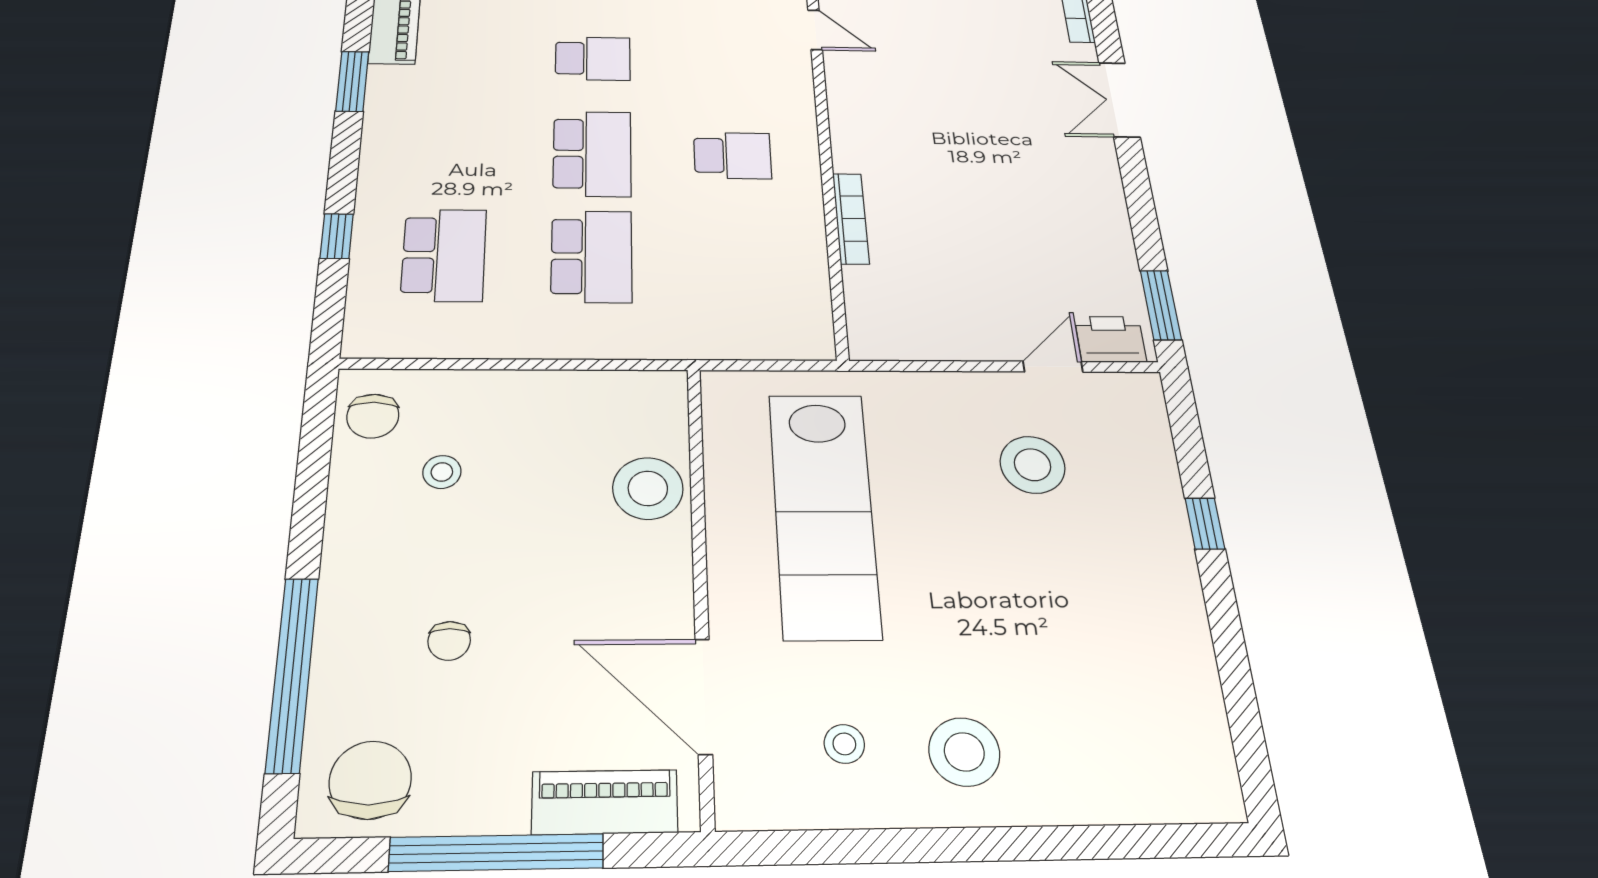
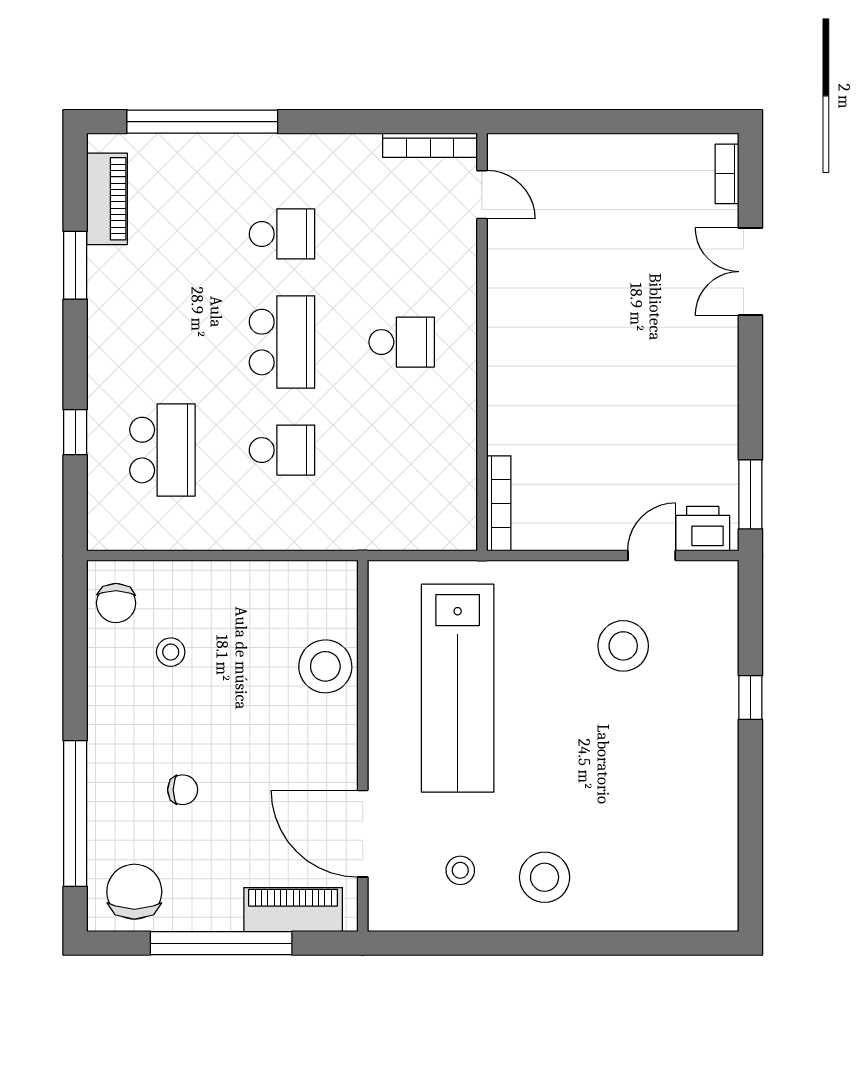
bookcase: (851, 218) -> (499, 503), moved
school desk: (592, 256) -> (282, 450), width x0.54
chair: (449, 641) -> (183, 790), turned -90

